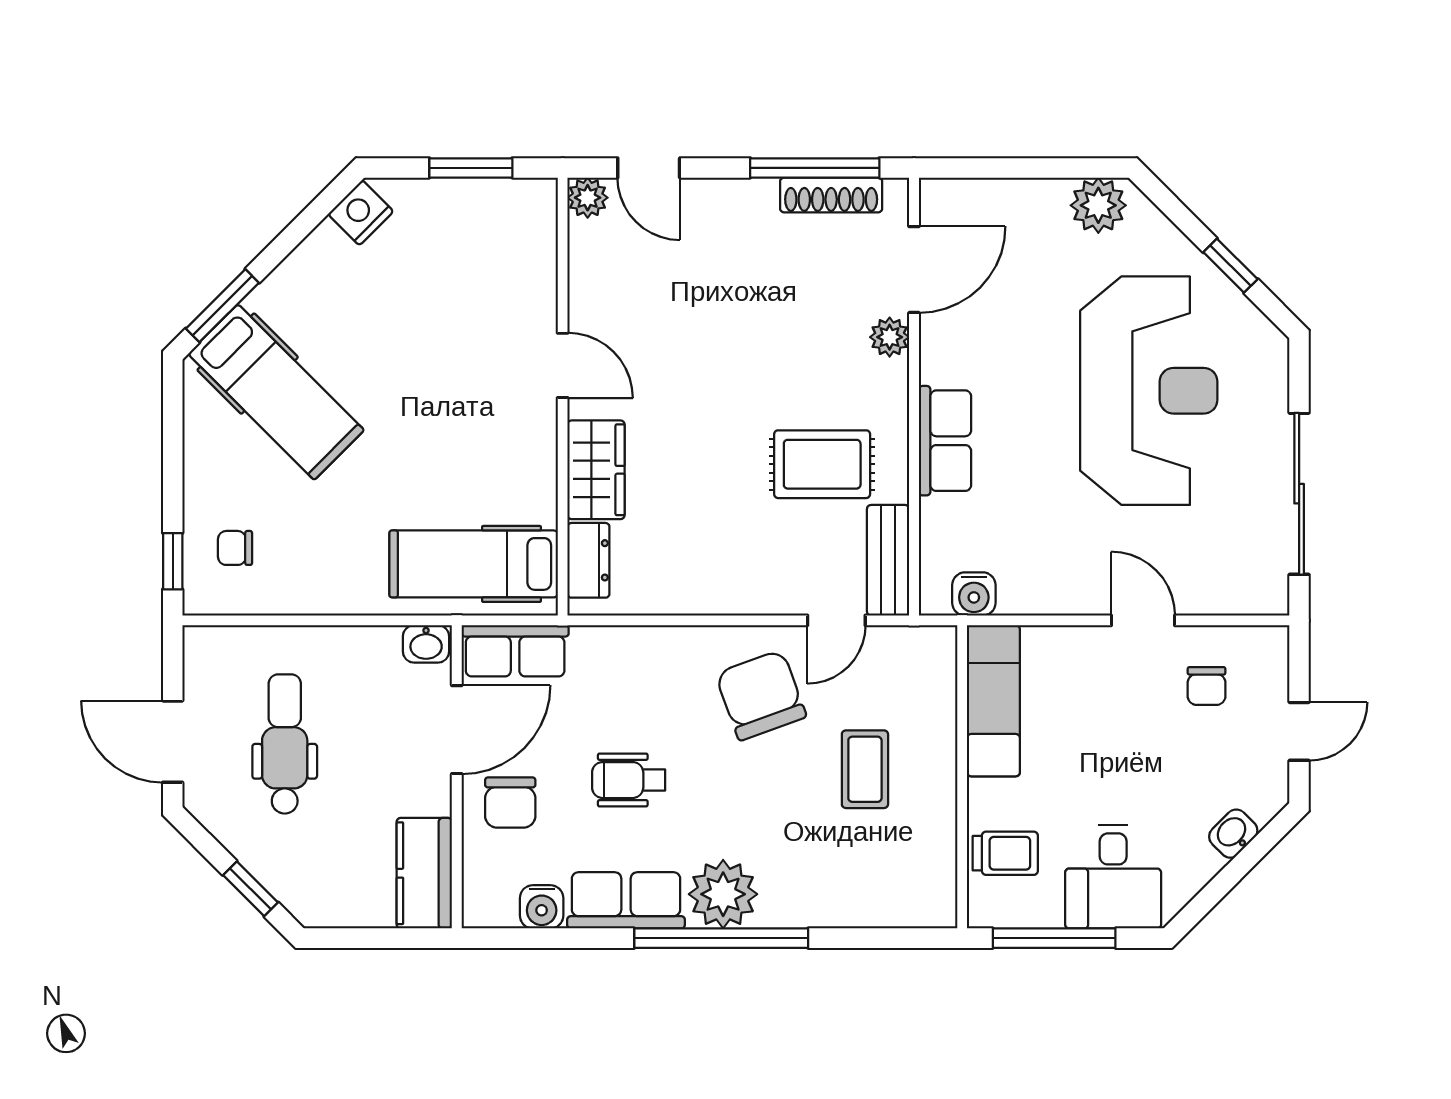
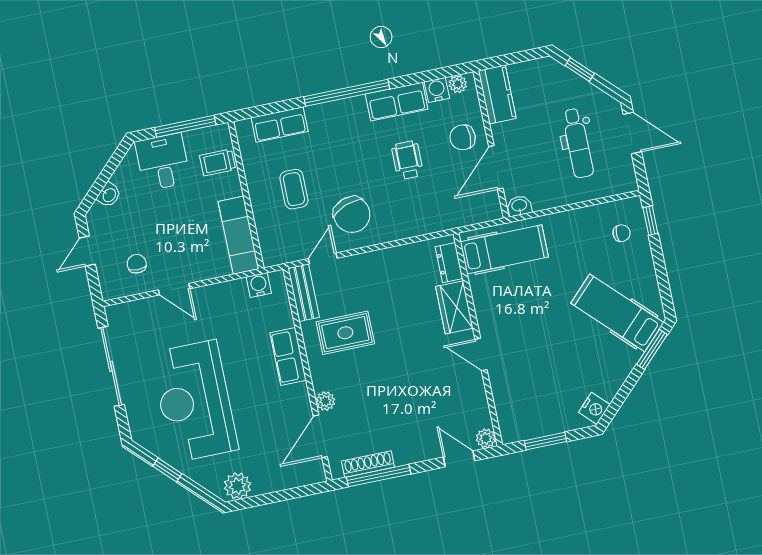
row of seats: (515, 651) -> (280, 125), moved, turned 180
wheelchair: (629, 780) -> (407, 160), turned -90
chair: (510, 803) -> (463, 137), turned -90
plant: (723, 894) -> (458, 84), moved, width x0.53, depth x0.53

